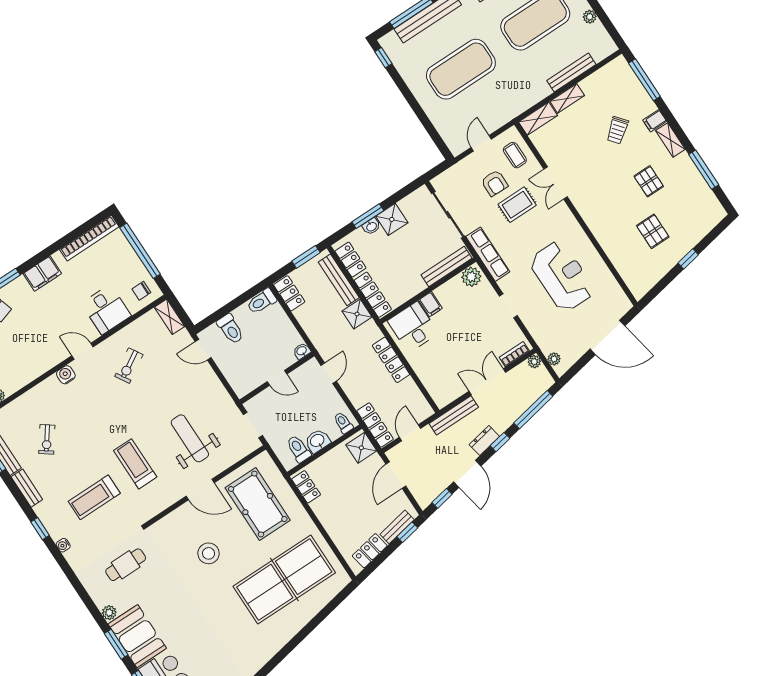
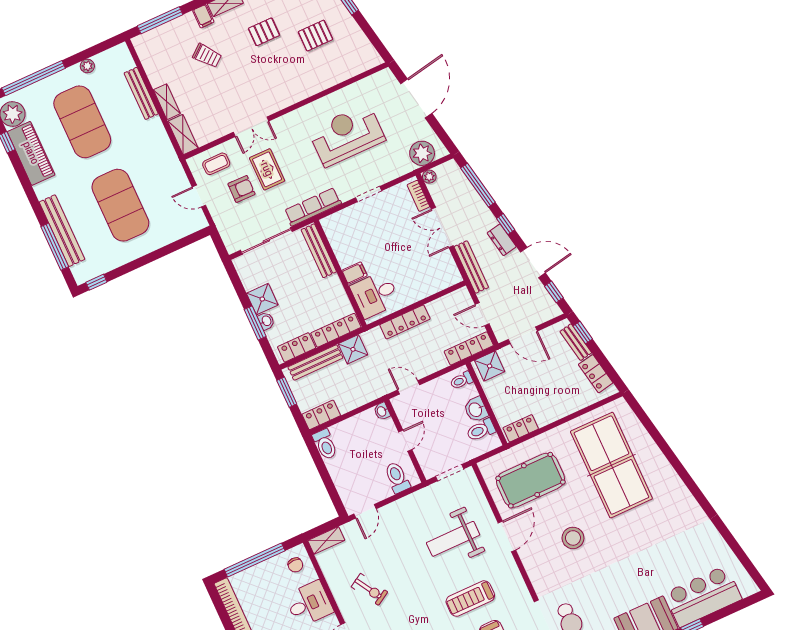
plant: (471, 277) -> (333, 227), removed
toilet: (230, 329) -> (397, 478), moved, turned -90
plant: (554, 359) -> (422, 153), width x1.88, depth x1.88

